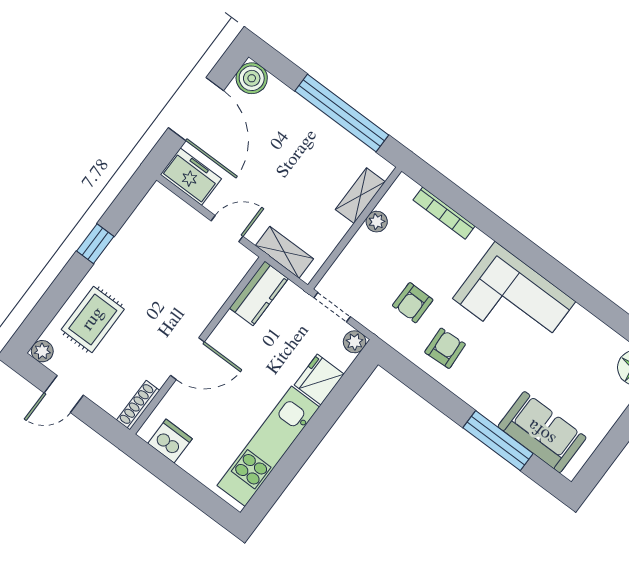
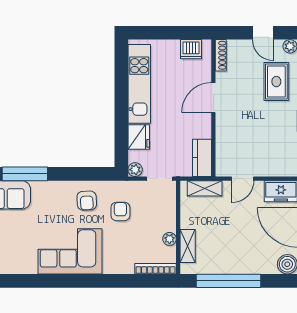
bookcase: (444, 213) -> (155, 269), moved
door: (64, 394) -> (263, 33), swing flipped

